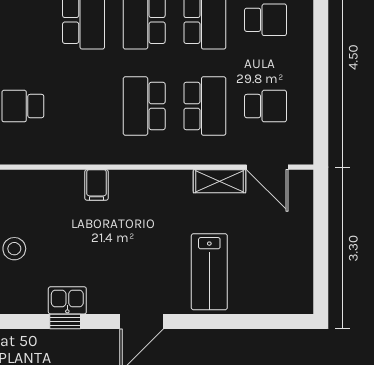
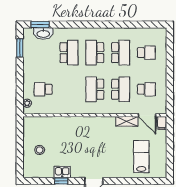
filing cabinet: (96, 185) -> (162, 123), moved
lab bench: (209, 272) -> (141, 157), moved, turned 180

